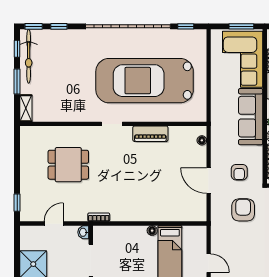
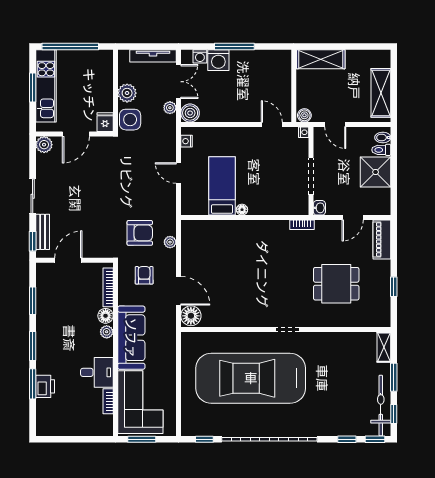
car: (145, 81) -> (251, 378), turned 180
piano: (150, 134) -> (382, 239), moved, turned -90
floor lamp: (202, 140) -> (191, 316), width x1.89, depth x1.89
door: (209, 181) -> (179, 291), moved
plant: (216, 202) -> (170, 242), added
window: (17, 203) -> (394, 287), moved
armchair: (243, 210) -> (140, 233), turned -90

